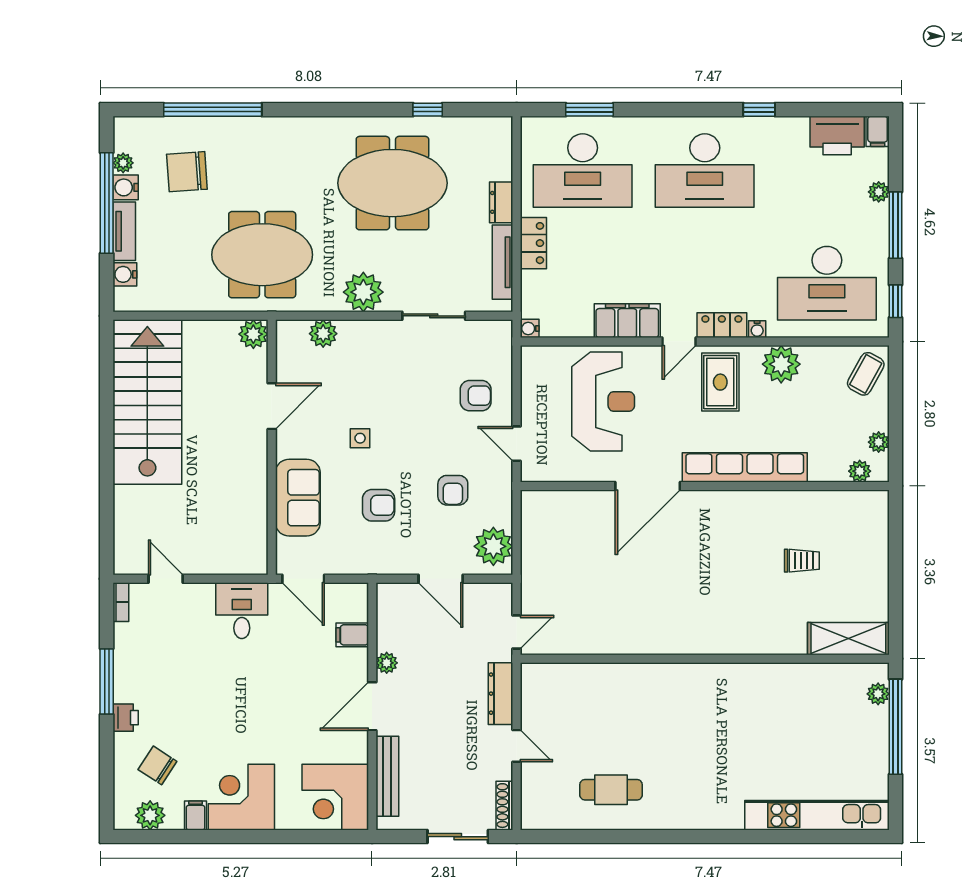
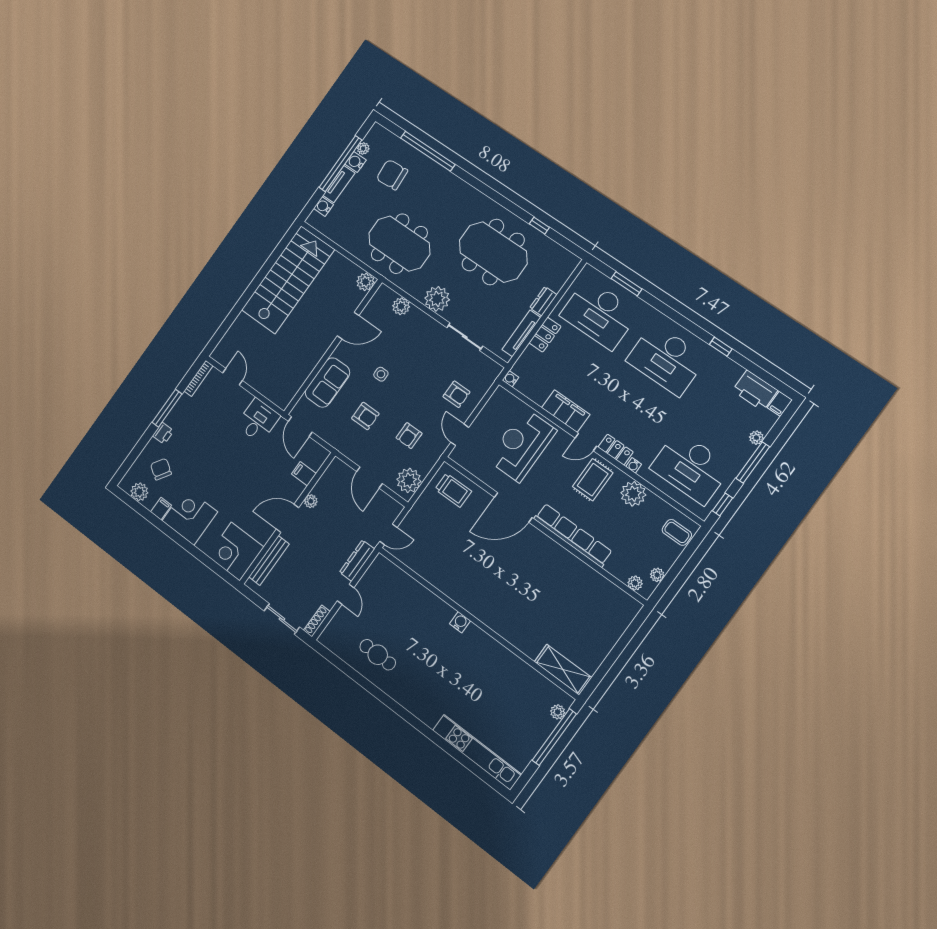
coffee table: (866, 374) -> (677, 532), turned 61
reception desk: (603, 401) -> (522, 445), turned 180
trolley: (802, 561) -> (453, 490), moved, width x1.36, depth x1.39
bookcase: (121, 602) -> (198, 378), width x1.56
water cooler: (684, 674) -> (460, 622), added

